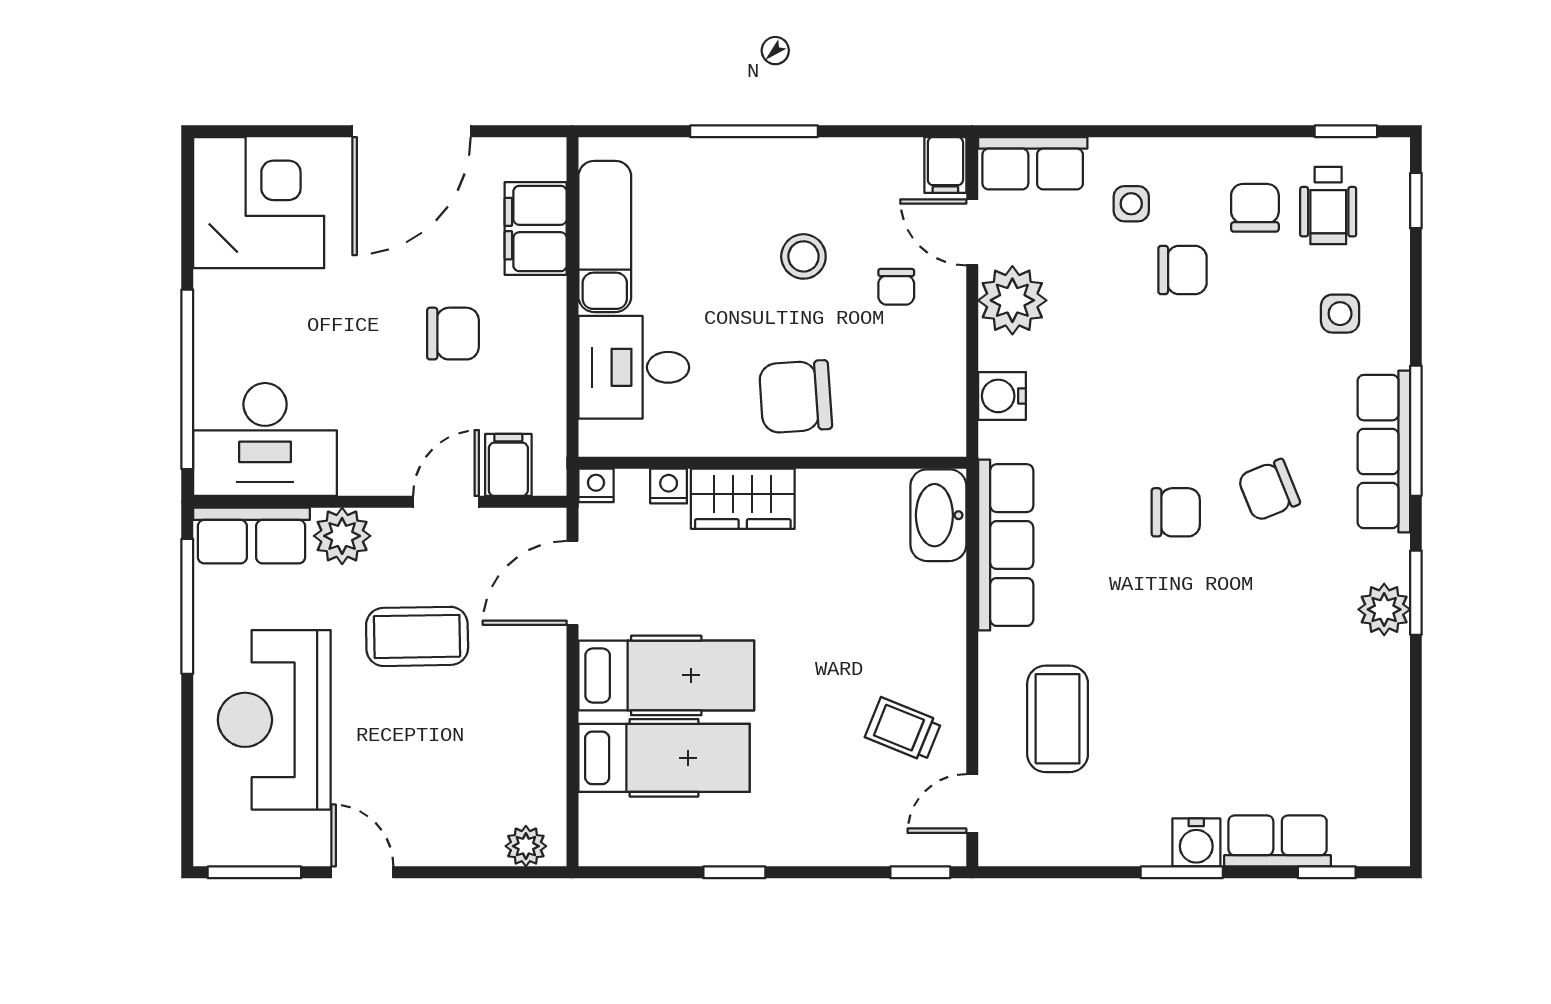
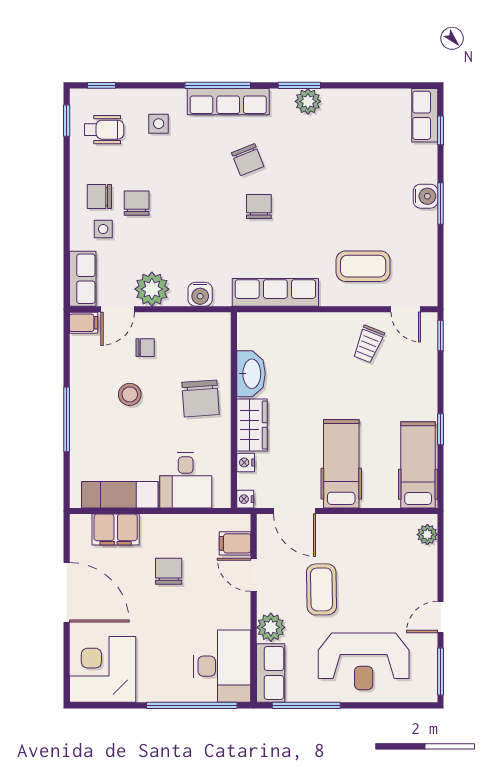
chair: (1255, 208) -> (99, 196), moved
washbasin: (938, 515) -> (251, 374), moved, turned -90
hospital bed: (664, 758) -> (418, 465), moved
row of seats: (1278, 841) -> (425, 115), moved

